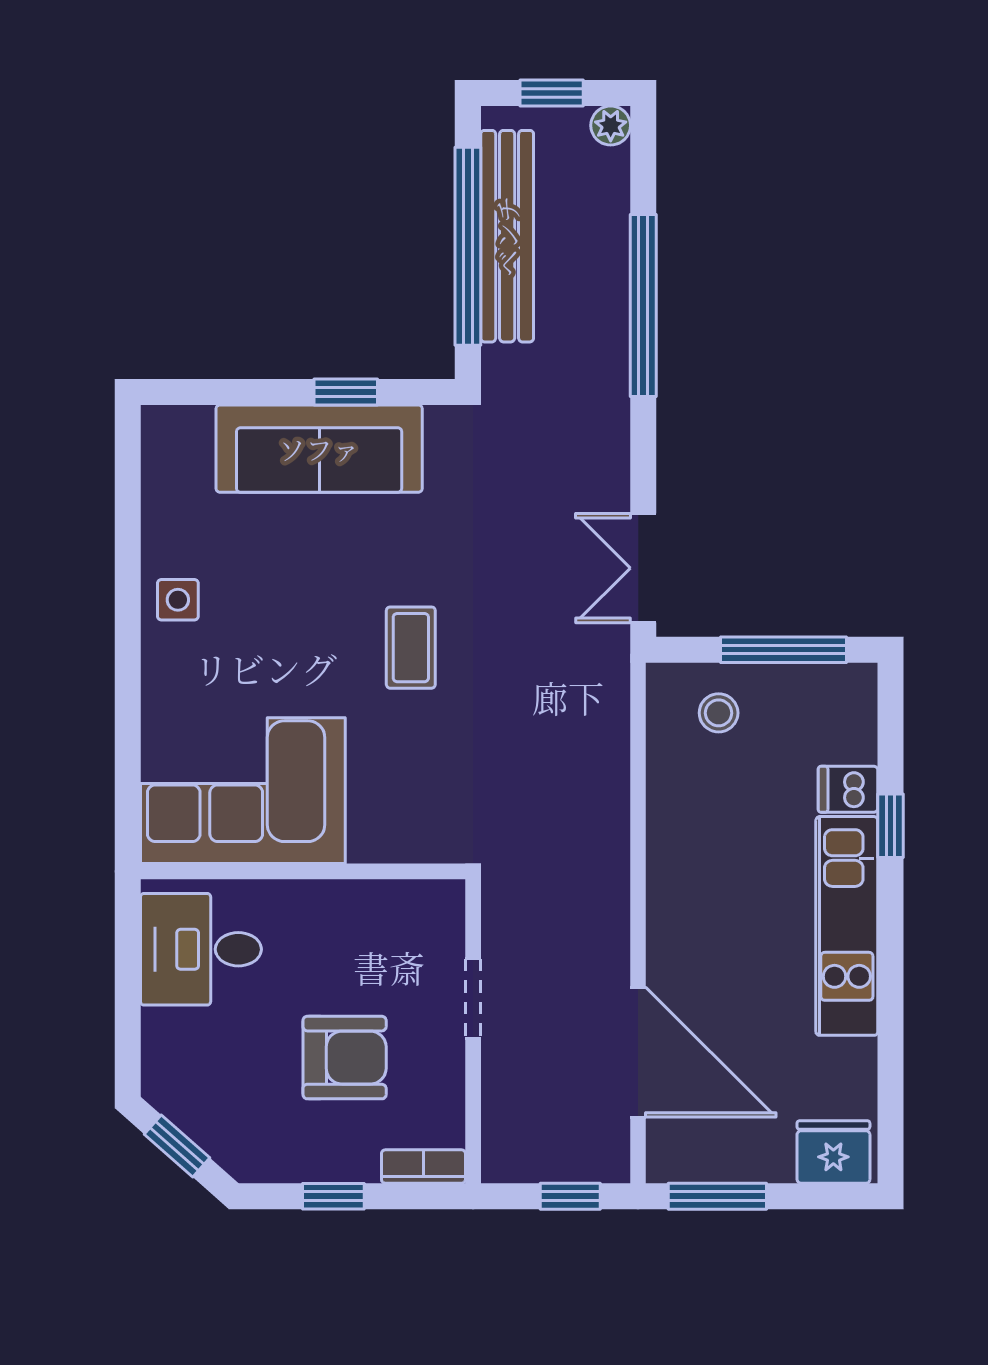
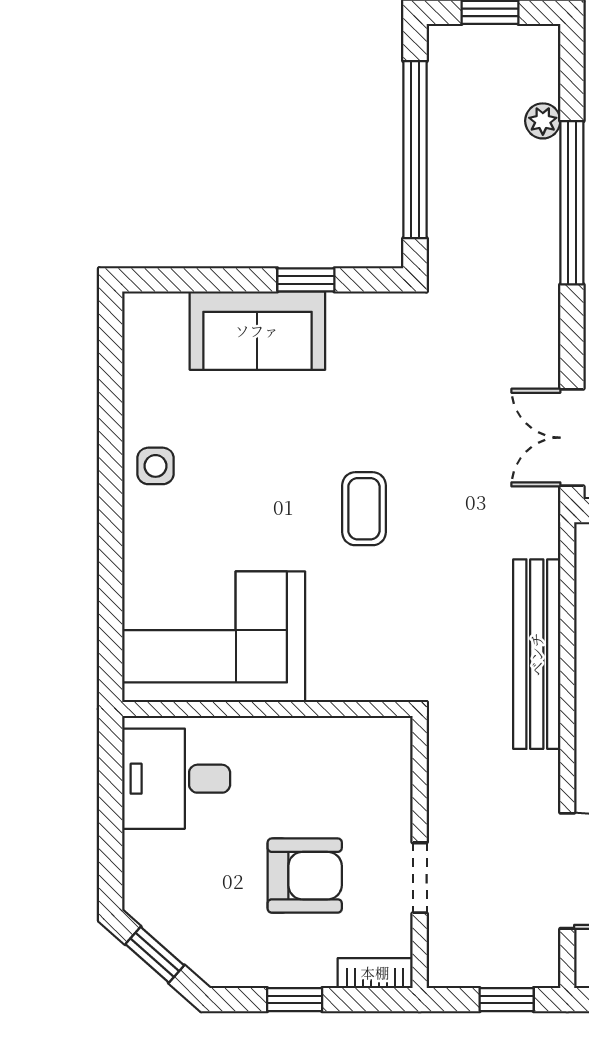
plant: (611, 125) -> (543, 121), moved
bench: (507, 236) -> (537, 654), moved
sofa: (319, 449) -> (257, 331), width x0.73
doorway: (473, 999) -> (420, 878), moved

